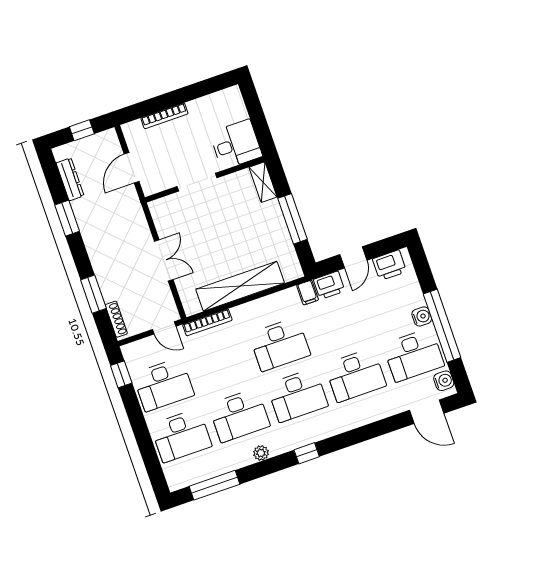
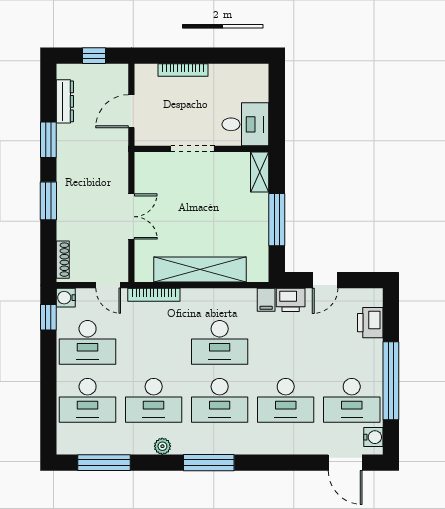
printer: (389, 265) -> (370, 323), moved, turned 90
window: (93, 294) -> (48, 201), moved
water cooler: (422, 316) -> (66, 298), moved, turned 180
window: (307, 453) -> (209, 463), width x2.17

